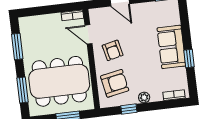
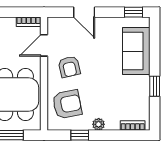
door: (88, 34) -> (44, 45), hinge flipped
sofa: (171, 47) -> (136, 51), moved

